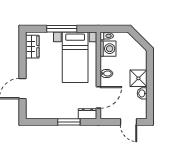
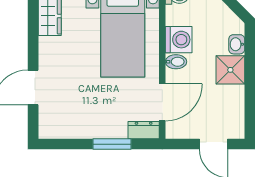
washing machine: (108, 49) -> (179, 40), moved
washbasin: (142, 93) -> (237, 44), moved

